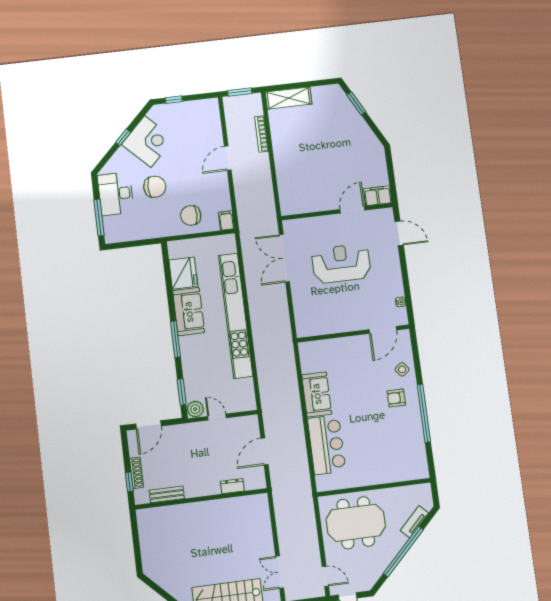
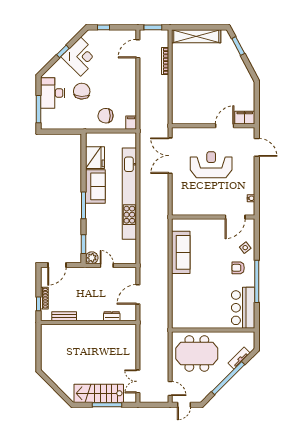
shelving: (289, 98) -> (196, 36), width x1.47
door: (228, 158) -> (138, 49), moved
chair: (155, 187) -> (82, 91), turned -87
sofa: (317, 394) -> (181, 252), width x1.36
bar counter: (327, 445) -> (243, 308), moved, turned 180

